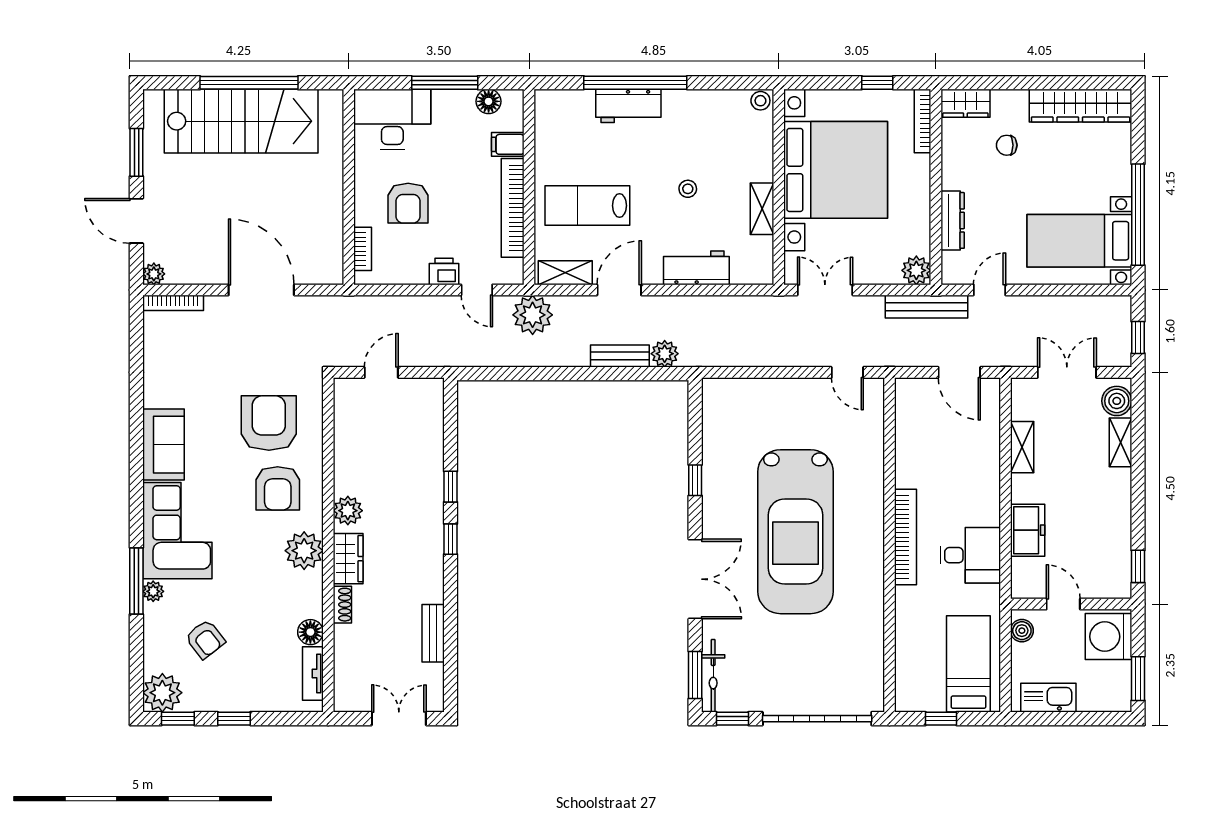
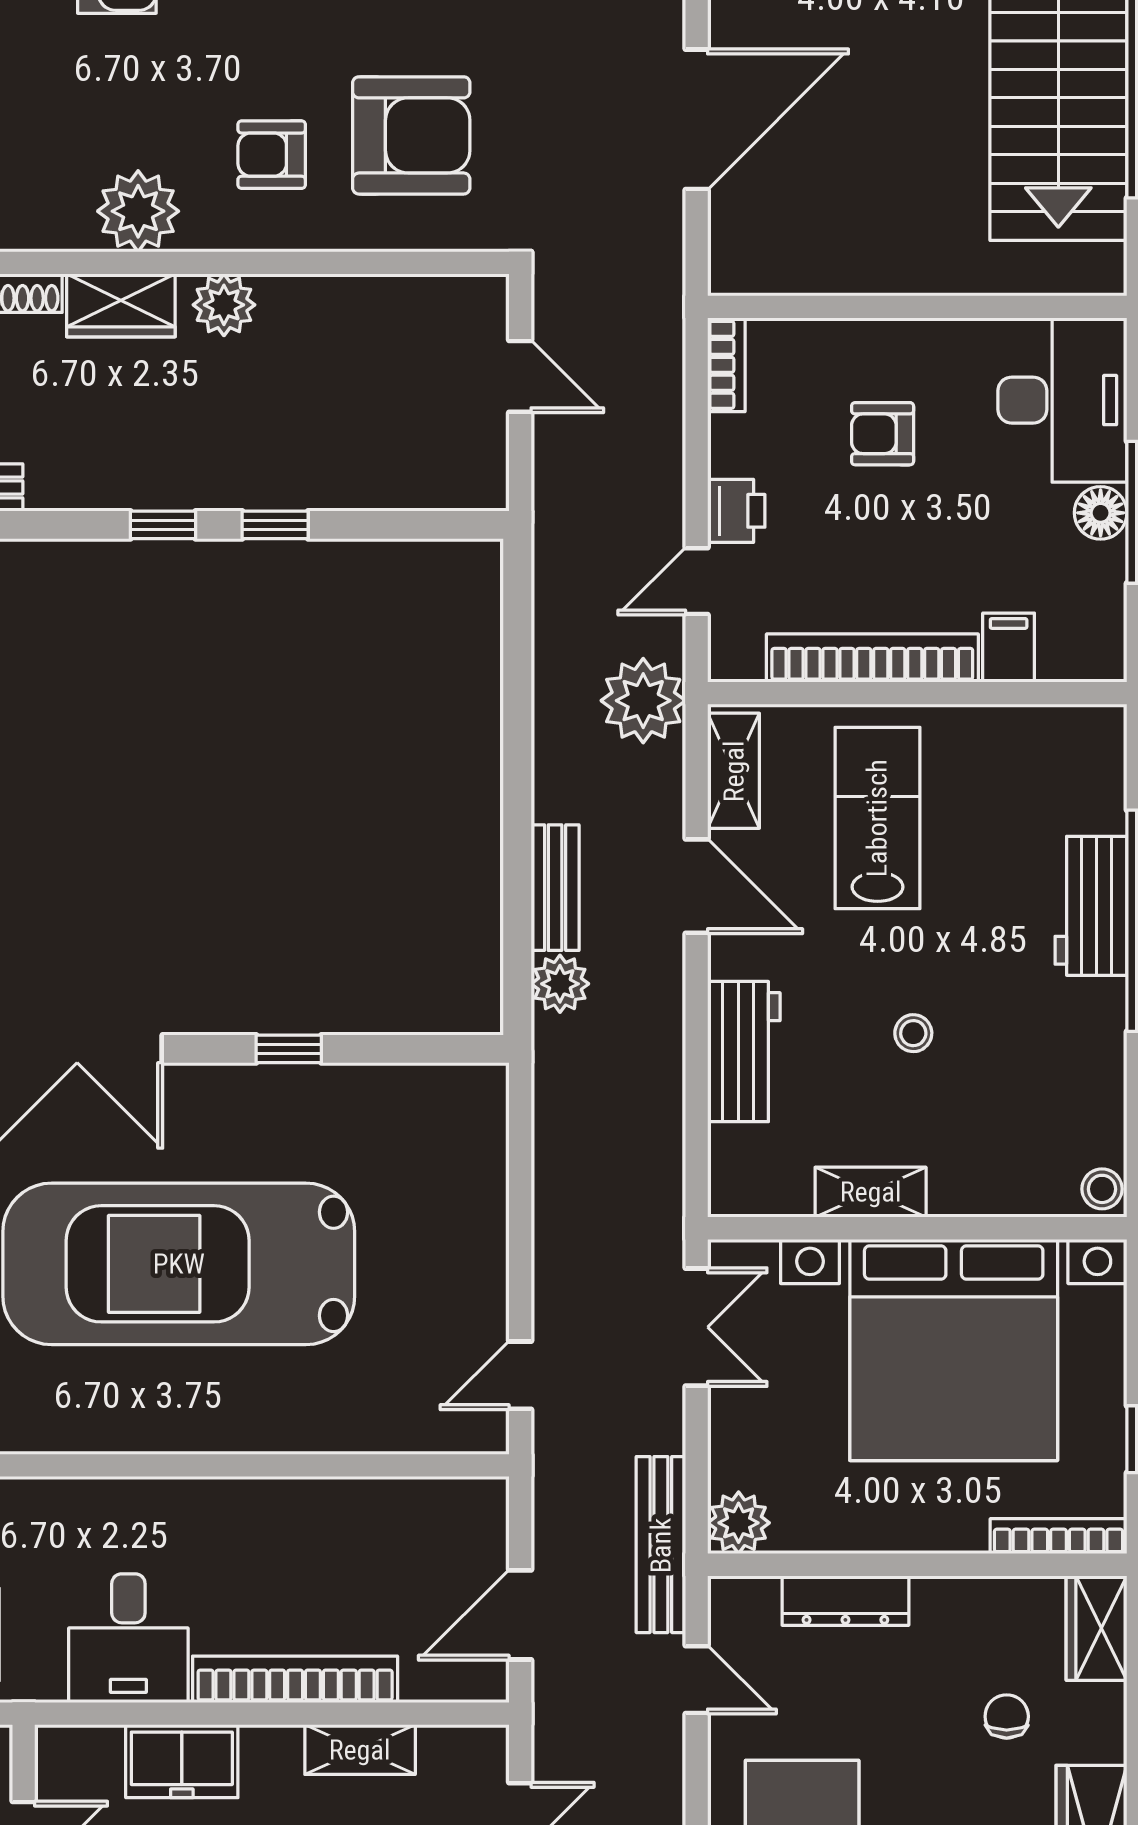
floor lamp: (489, 101) -> (1101, 513), moved
armchair: (408, 203) -> (883, 434), width x0.72, depth x0.72
bookcase: (363, 249) -> (726, 365), moved, turned -90
armchair: (278, 488) -> (272, 155), width x0.72, depth x0.72
bookcase: (906, 537) -> (295, 1679), moved, turned 180

